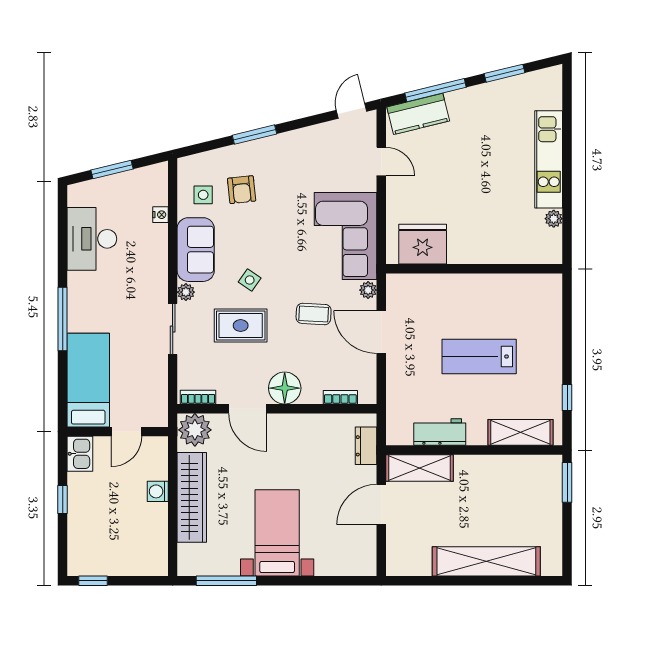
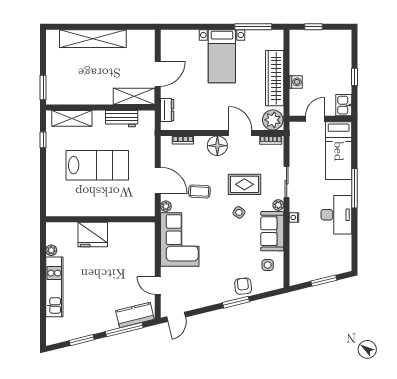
armchair: (242, 190) -> (243, 286), moved
nightstand: (160, 215) -> (294, 217), moved
desk: (92, 239) -> (336, 215), moved
fridge: (423, 244) -> (93, 235), moved
lab bench: (479, 357) -> (97, 165), width x1.36, depth x1.39
window: (93, 581) -> (313, 27), moved

